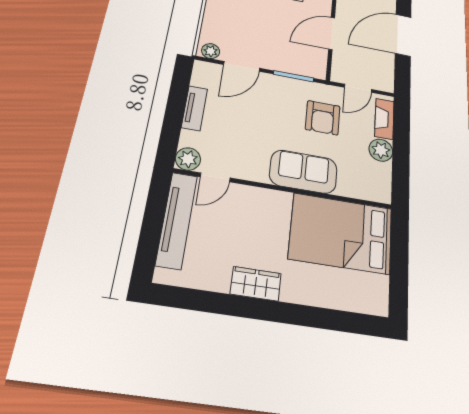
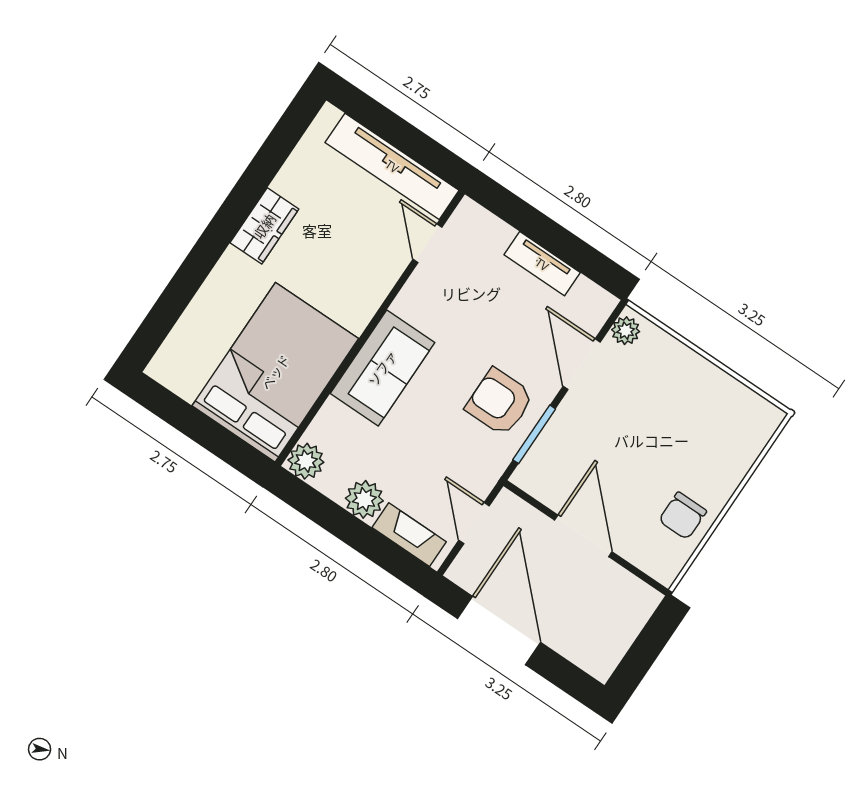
door: (403, 35) -> (499, 630), moved
armchair: (323, 118) -> (499, 402), moved
plant: (188, 159) -> (306, 461), moved

